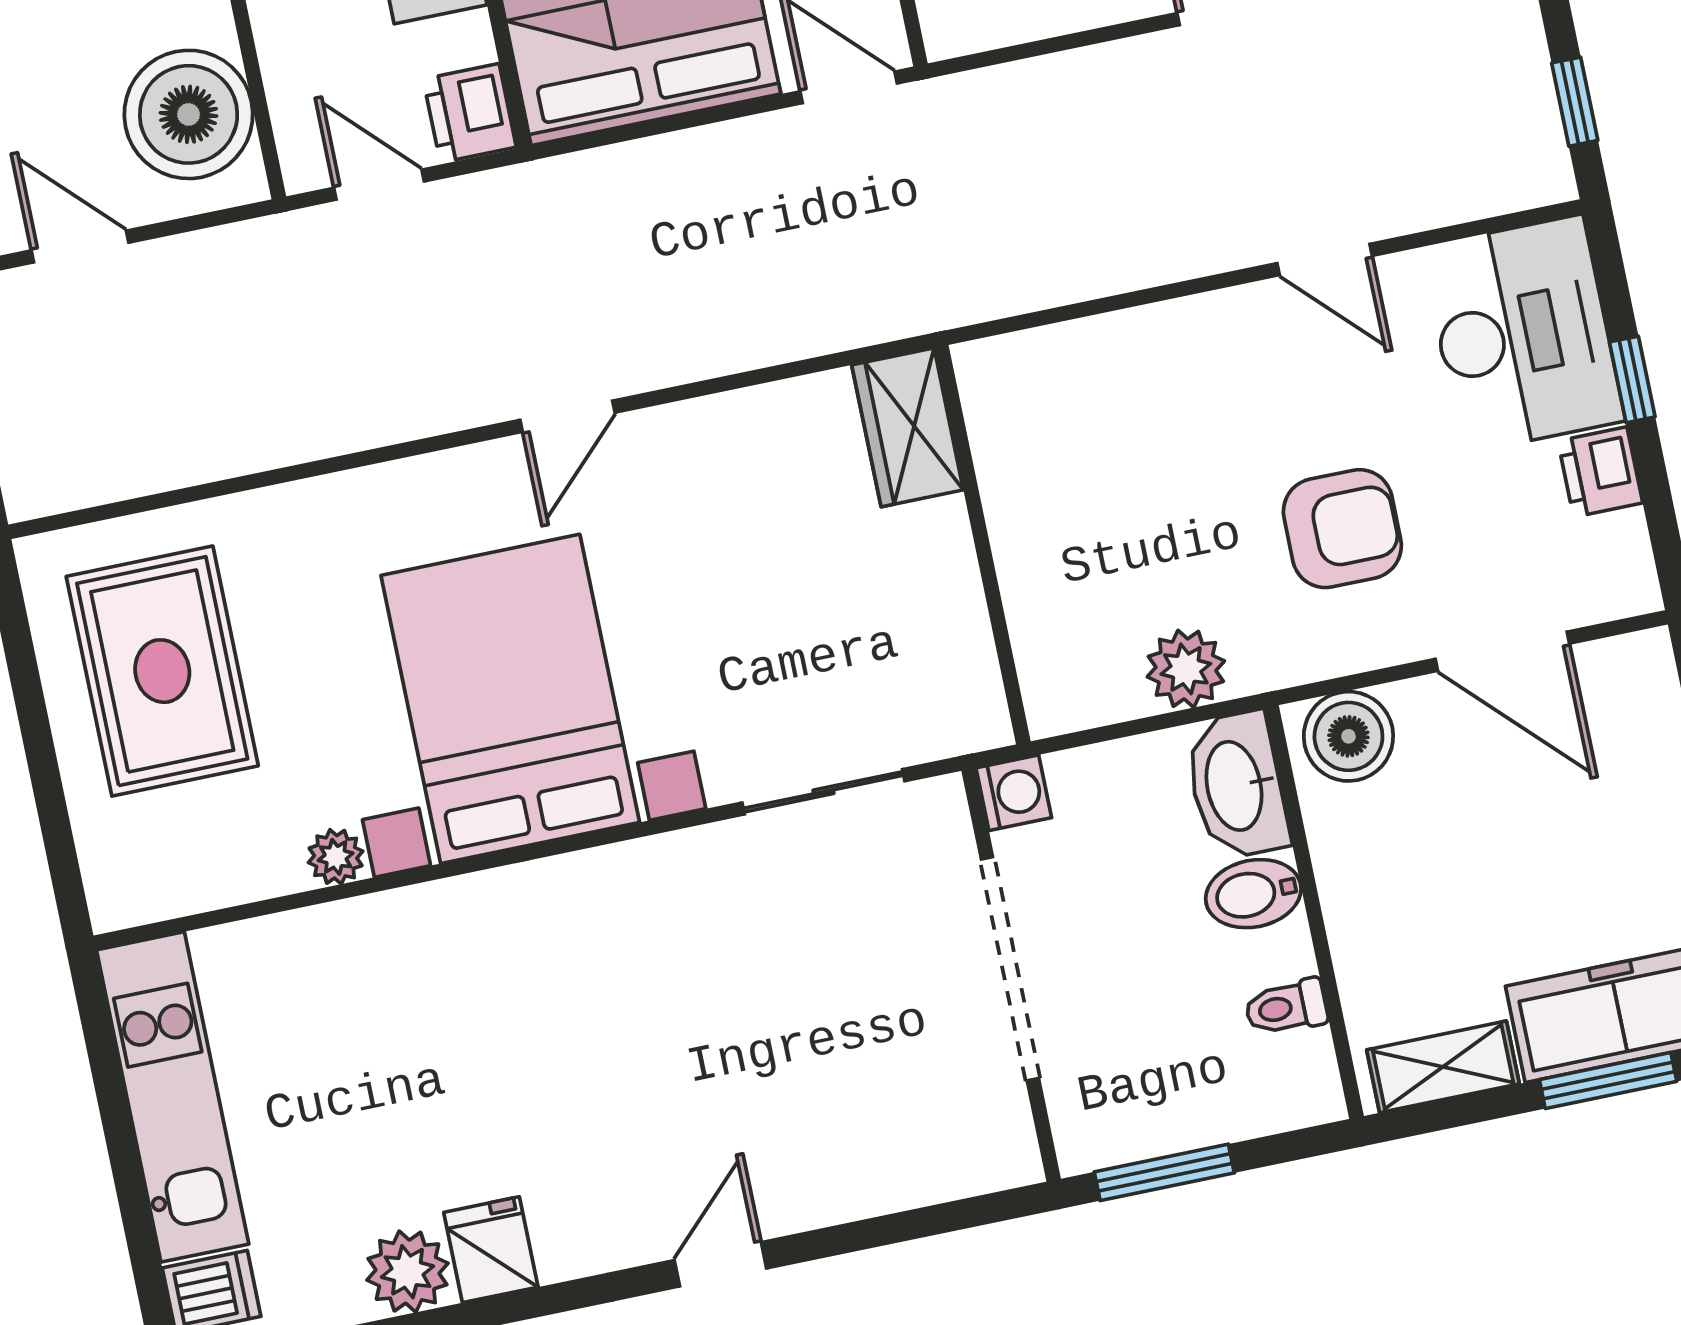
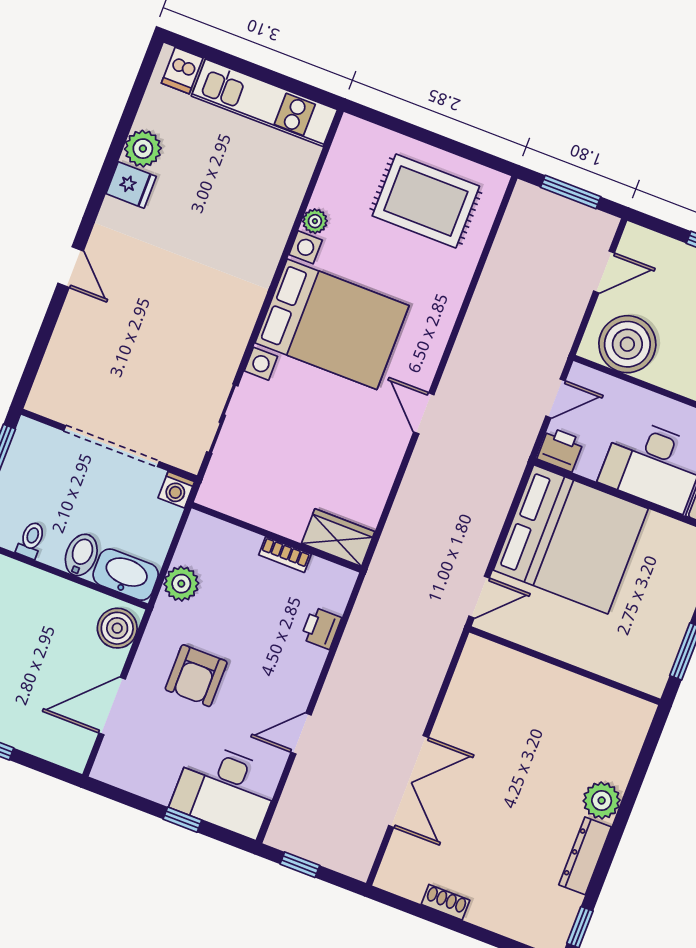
printer: (1600, 472) -> (321, 628), moved, turned -90
bookcase: (1005, 508) -> (285, 555), added

